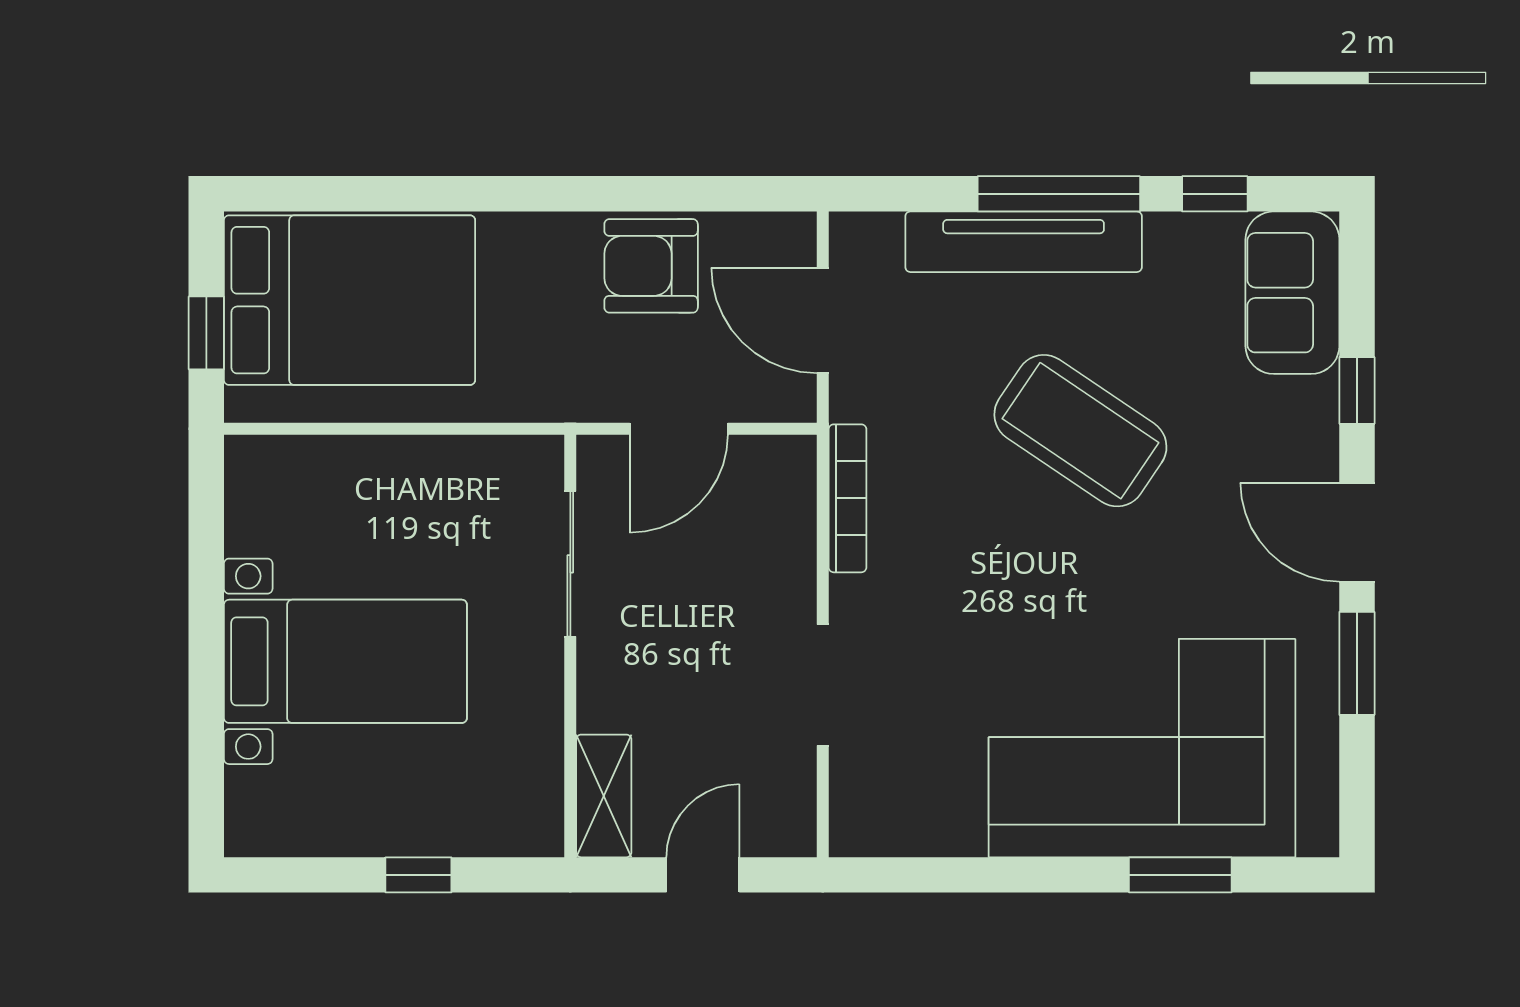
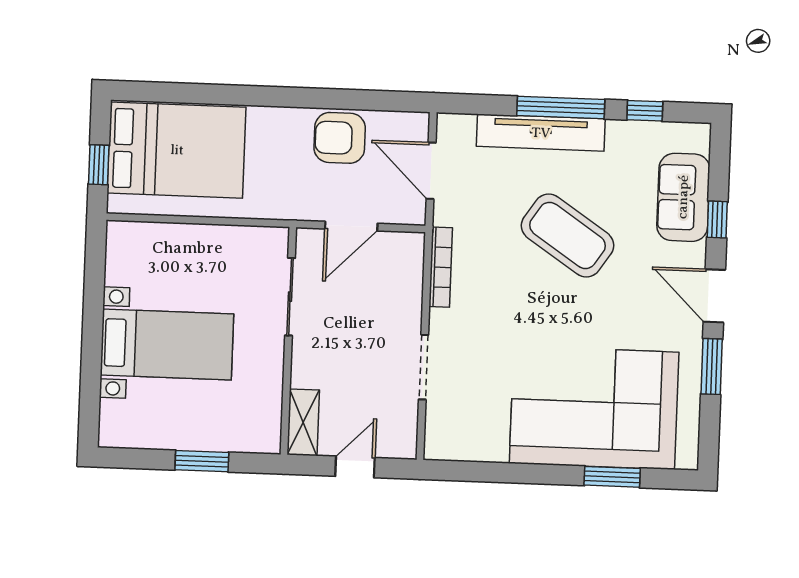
sofa: (1292, 293) -> (683, 197), moved
window: (418, 875) -> (202, 461), width x1.50

